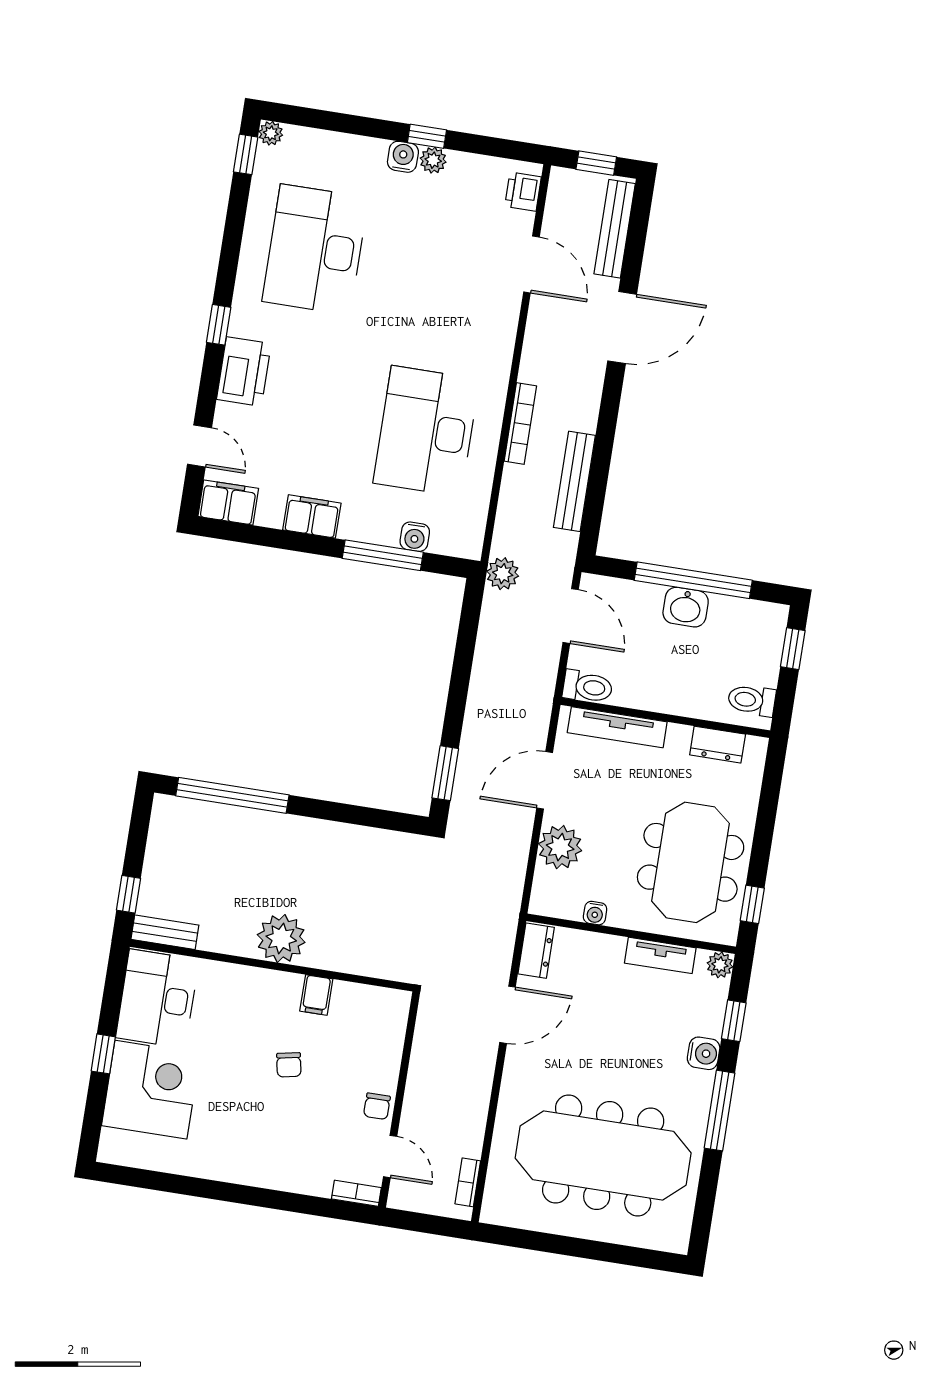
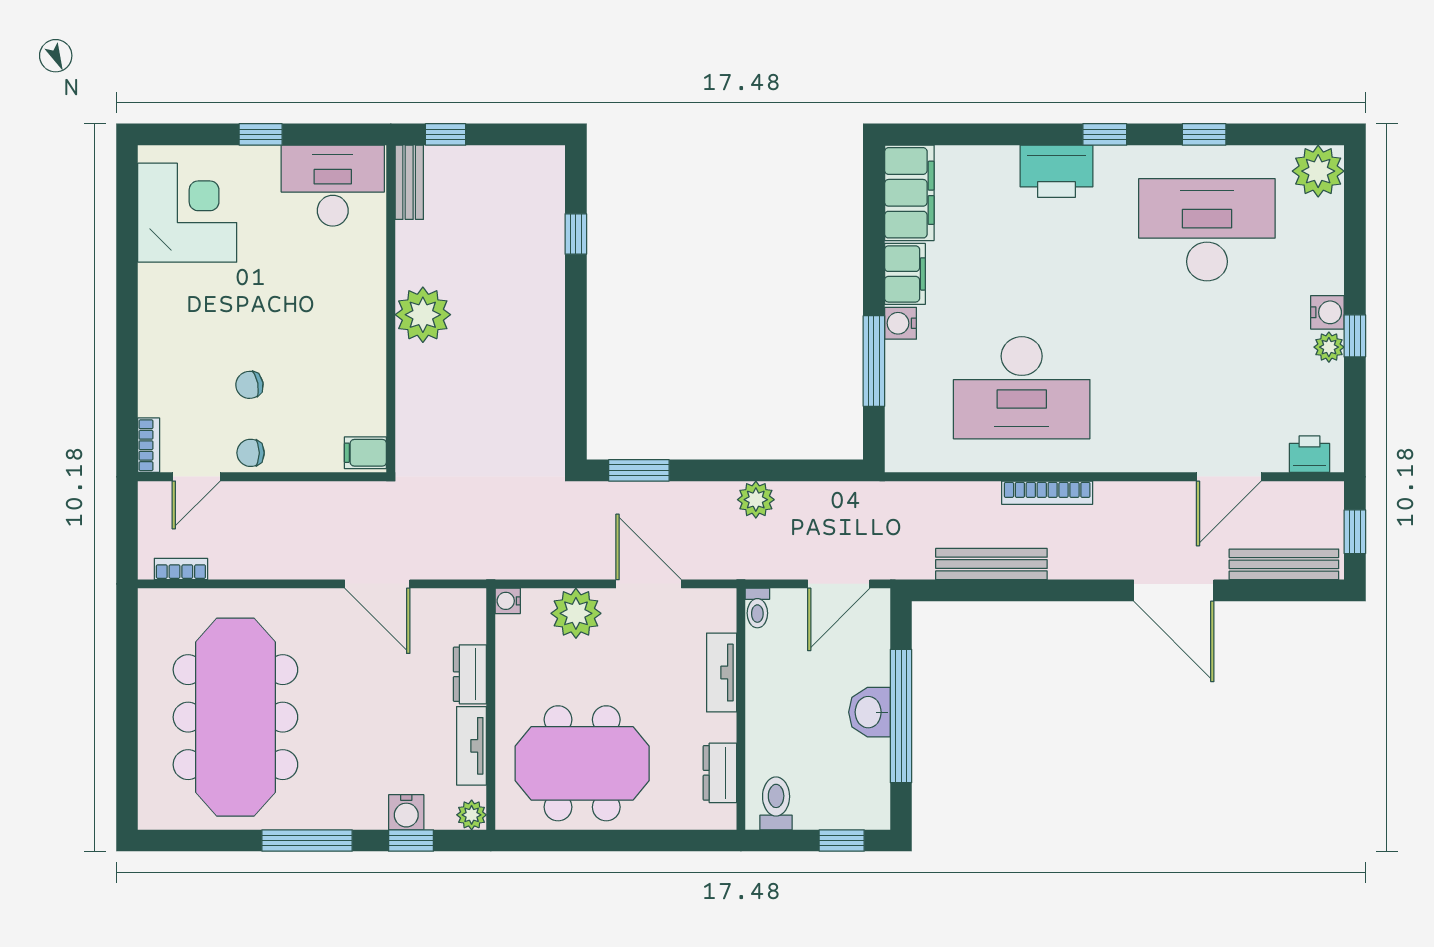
plant: (271, 133) -> (1318, 171), width x1.88, depth x1.88
window: (246, 154) -> (1204, 134), moved
desk: (426, 431) -> (1022, 388), turned 180
door: (200, 446) -> (964, 134), removed
filing cabinet: (228, 502) -> (909, 193), width x1.50, depth x1.17
water cooler: (415, 537) -> (900, 323), moved
plant: (503, 574) -> (756, 500), moved
toilet: (588, 687) -> (757, 608), width x0.73, depth x0.72
tv unit: (617, 727) -> (722, 673), width x0.71
window: (232, 795) -> (576, 234), width x0.32
window: (752, 904) -> (546, 841), removed
water cooler: (595, 913) -> (508, 601), moved
dresser: (536, 951) -> (470, 674), moved, turned 90
filing cabinet: (316, 995) -> (365, 453), moved
water cooler: (704, 1053) -> (406, 812), moved
chair: (289, 1065) -> (249, 385), moved
corner desk: (151, 1090) -> (187, 213), moved, turned -90

